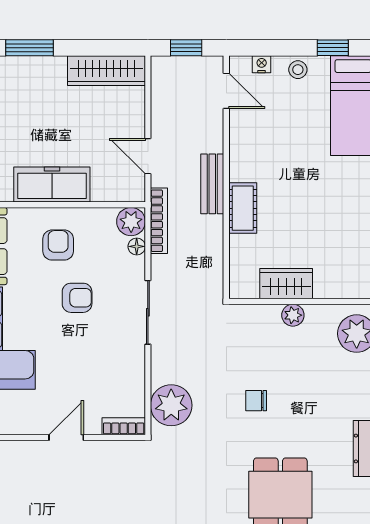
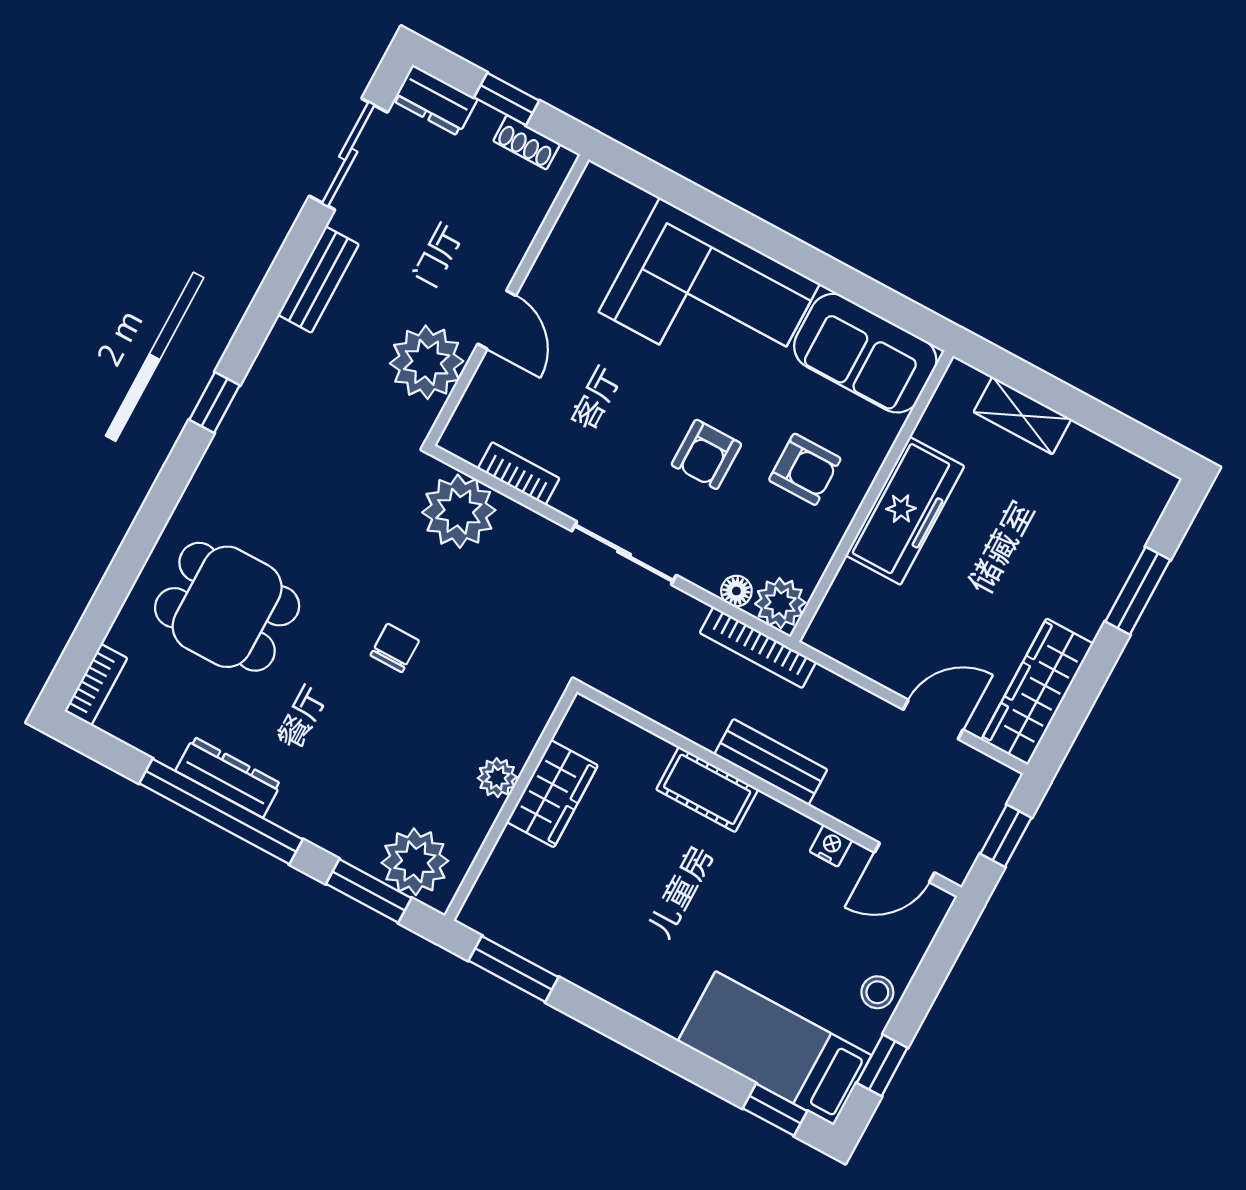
nightstand: (262, 64) -> (831, 846), moved, turned -90
door: (148, 156) -> (933, 720), moved
bookcase: (124, 426) -> (519, 474), moved, turned -90
plant: (106, 461) -> (427, 362), added

